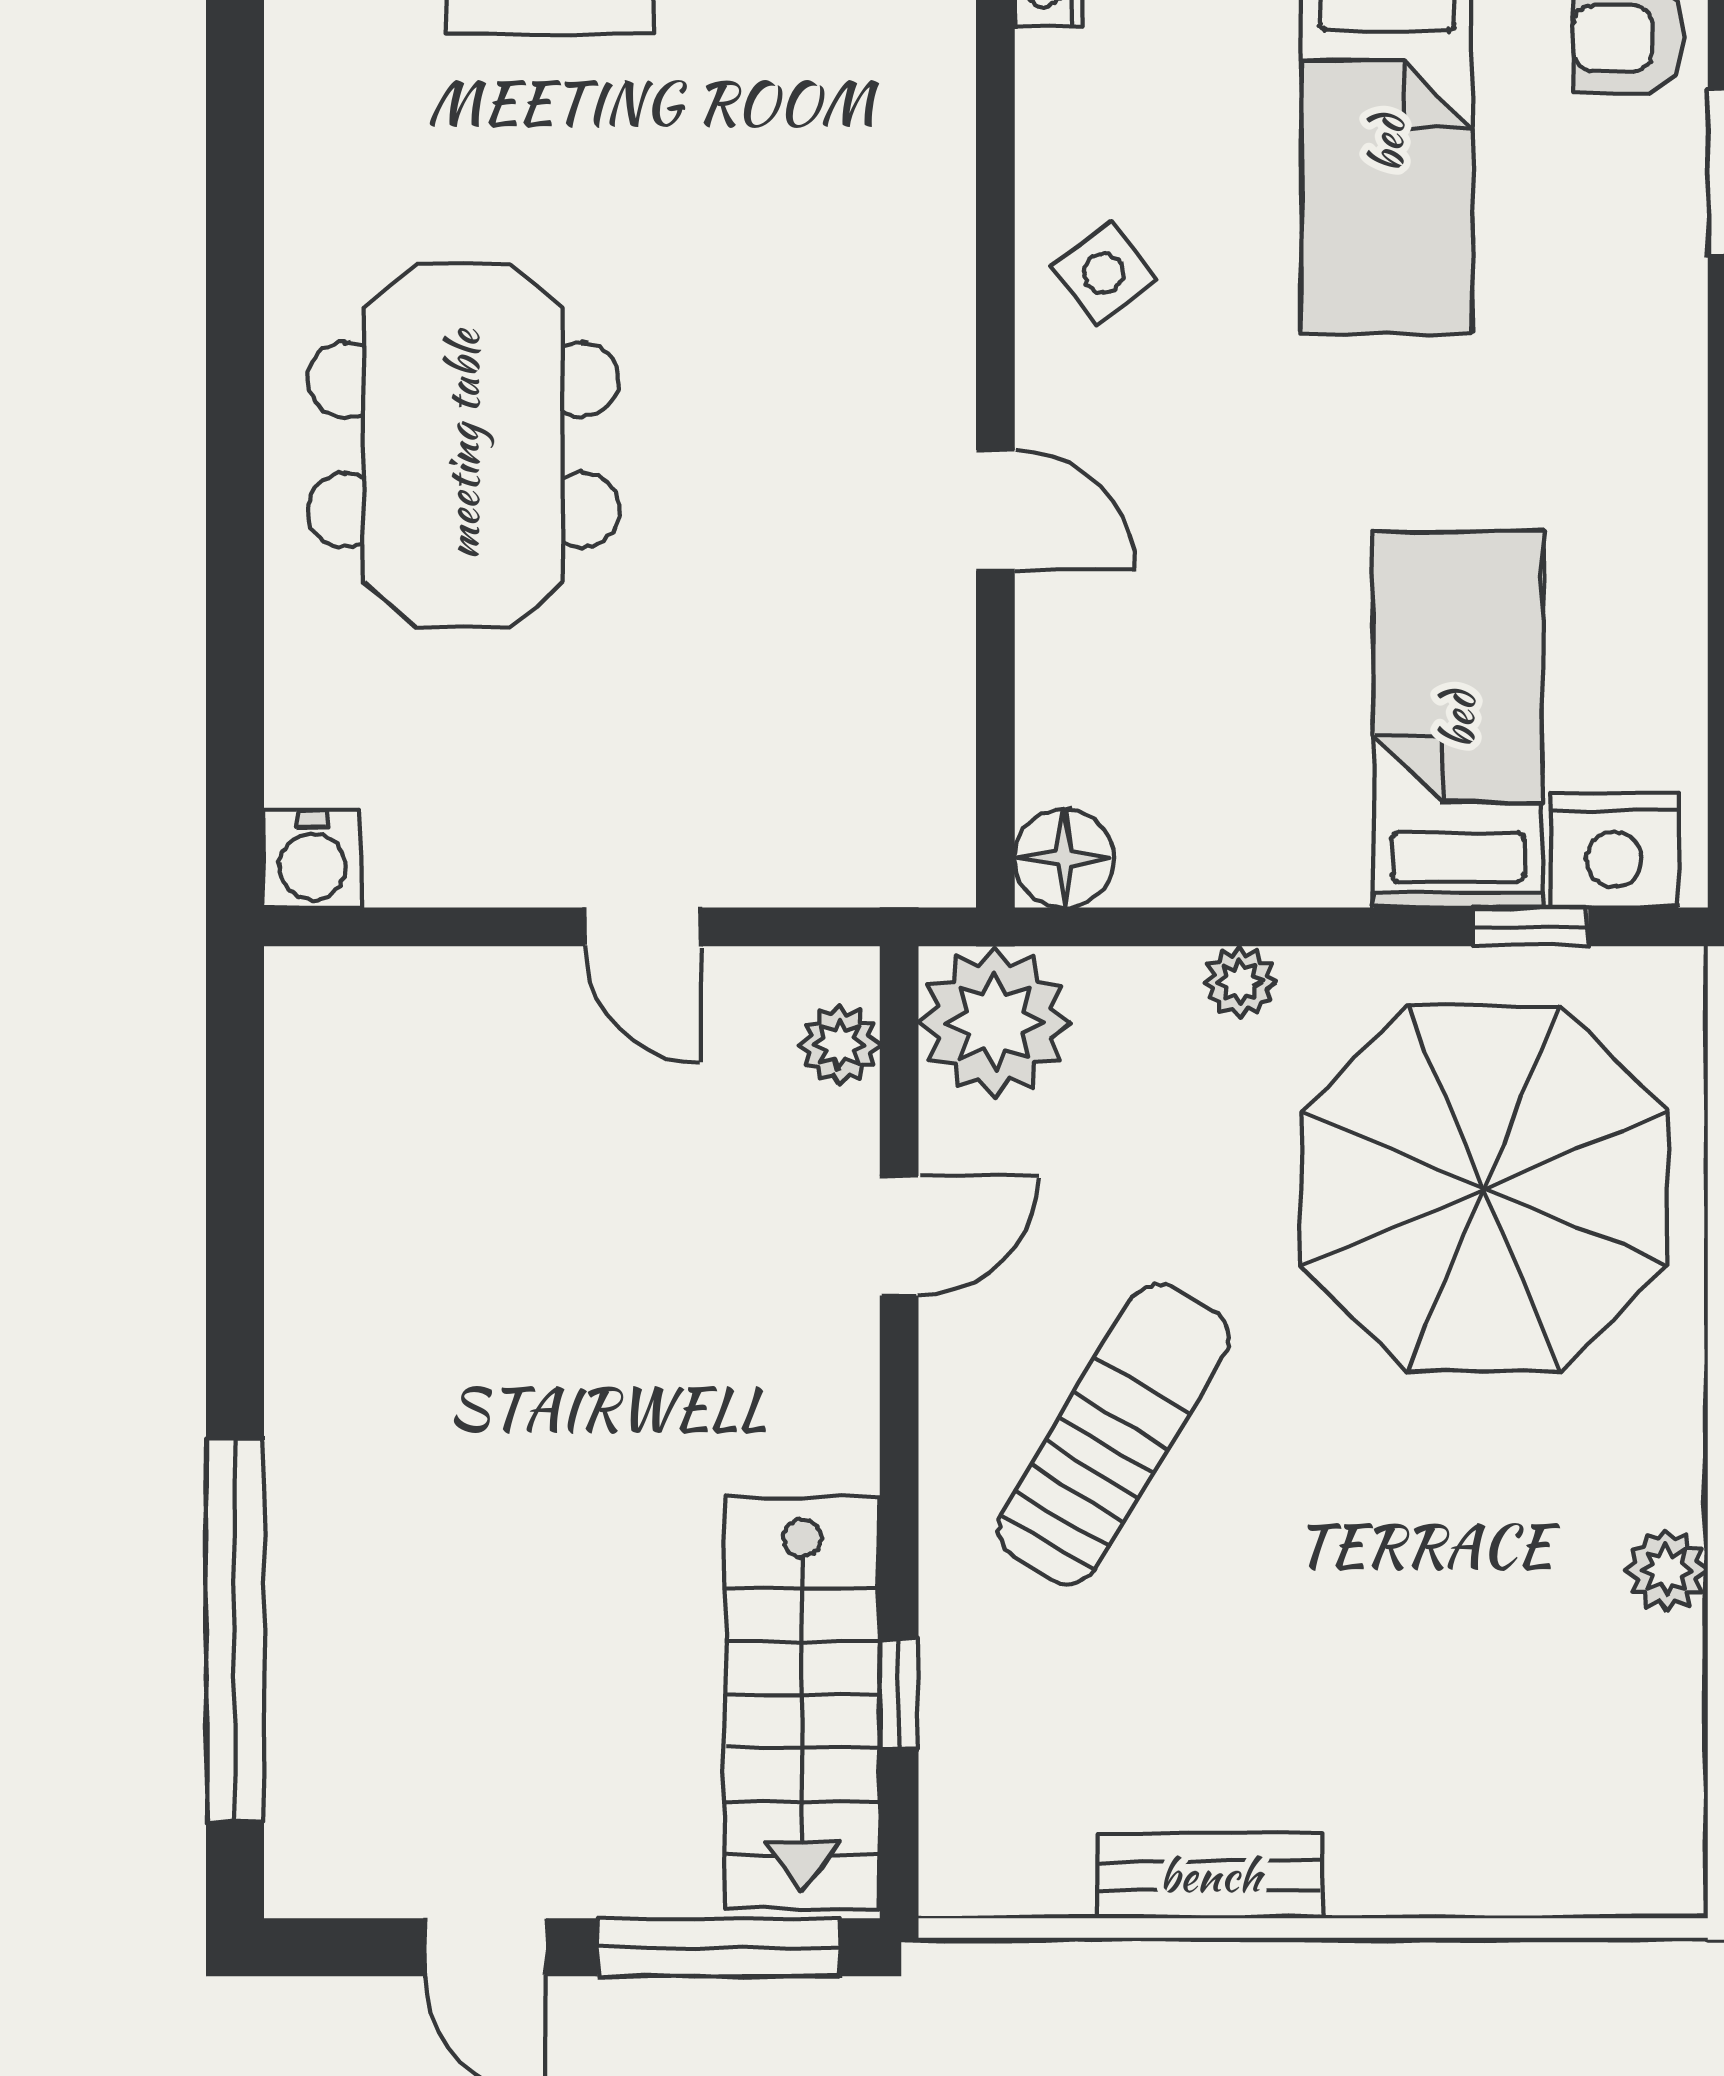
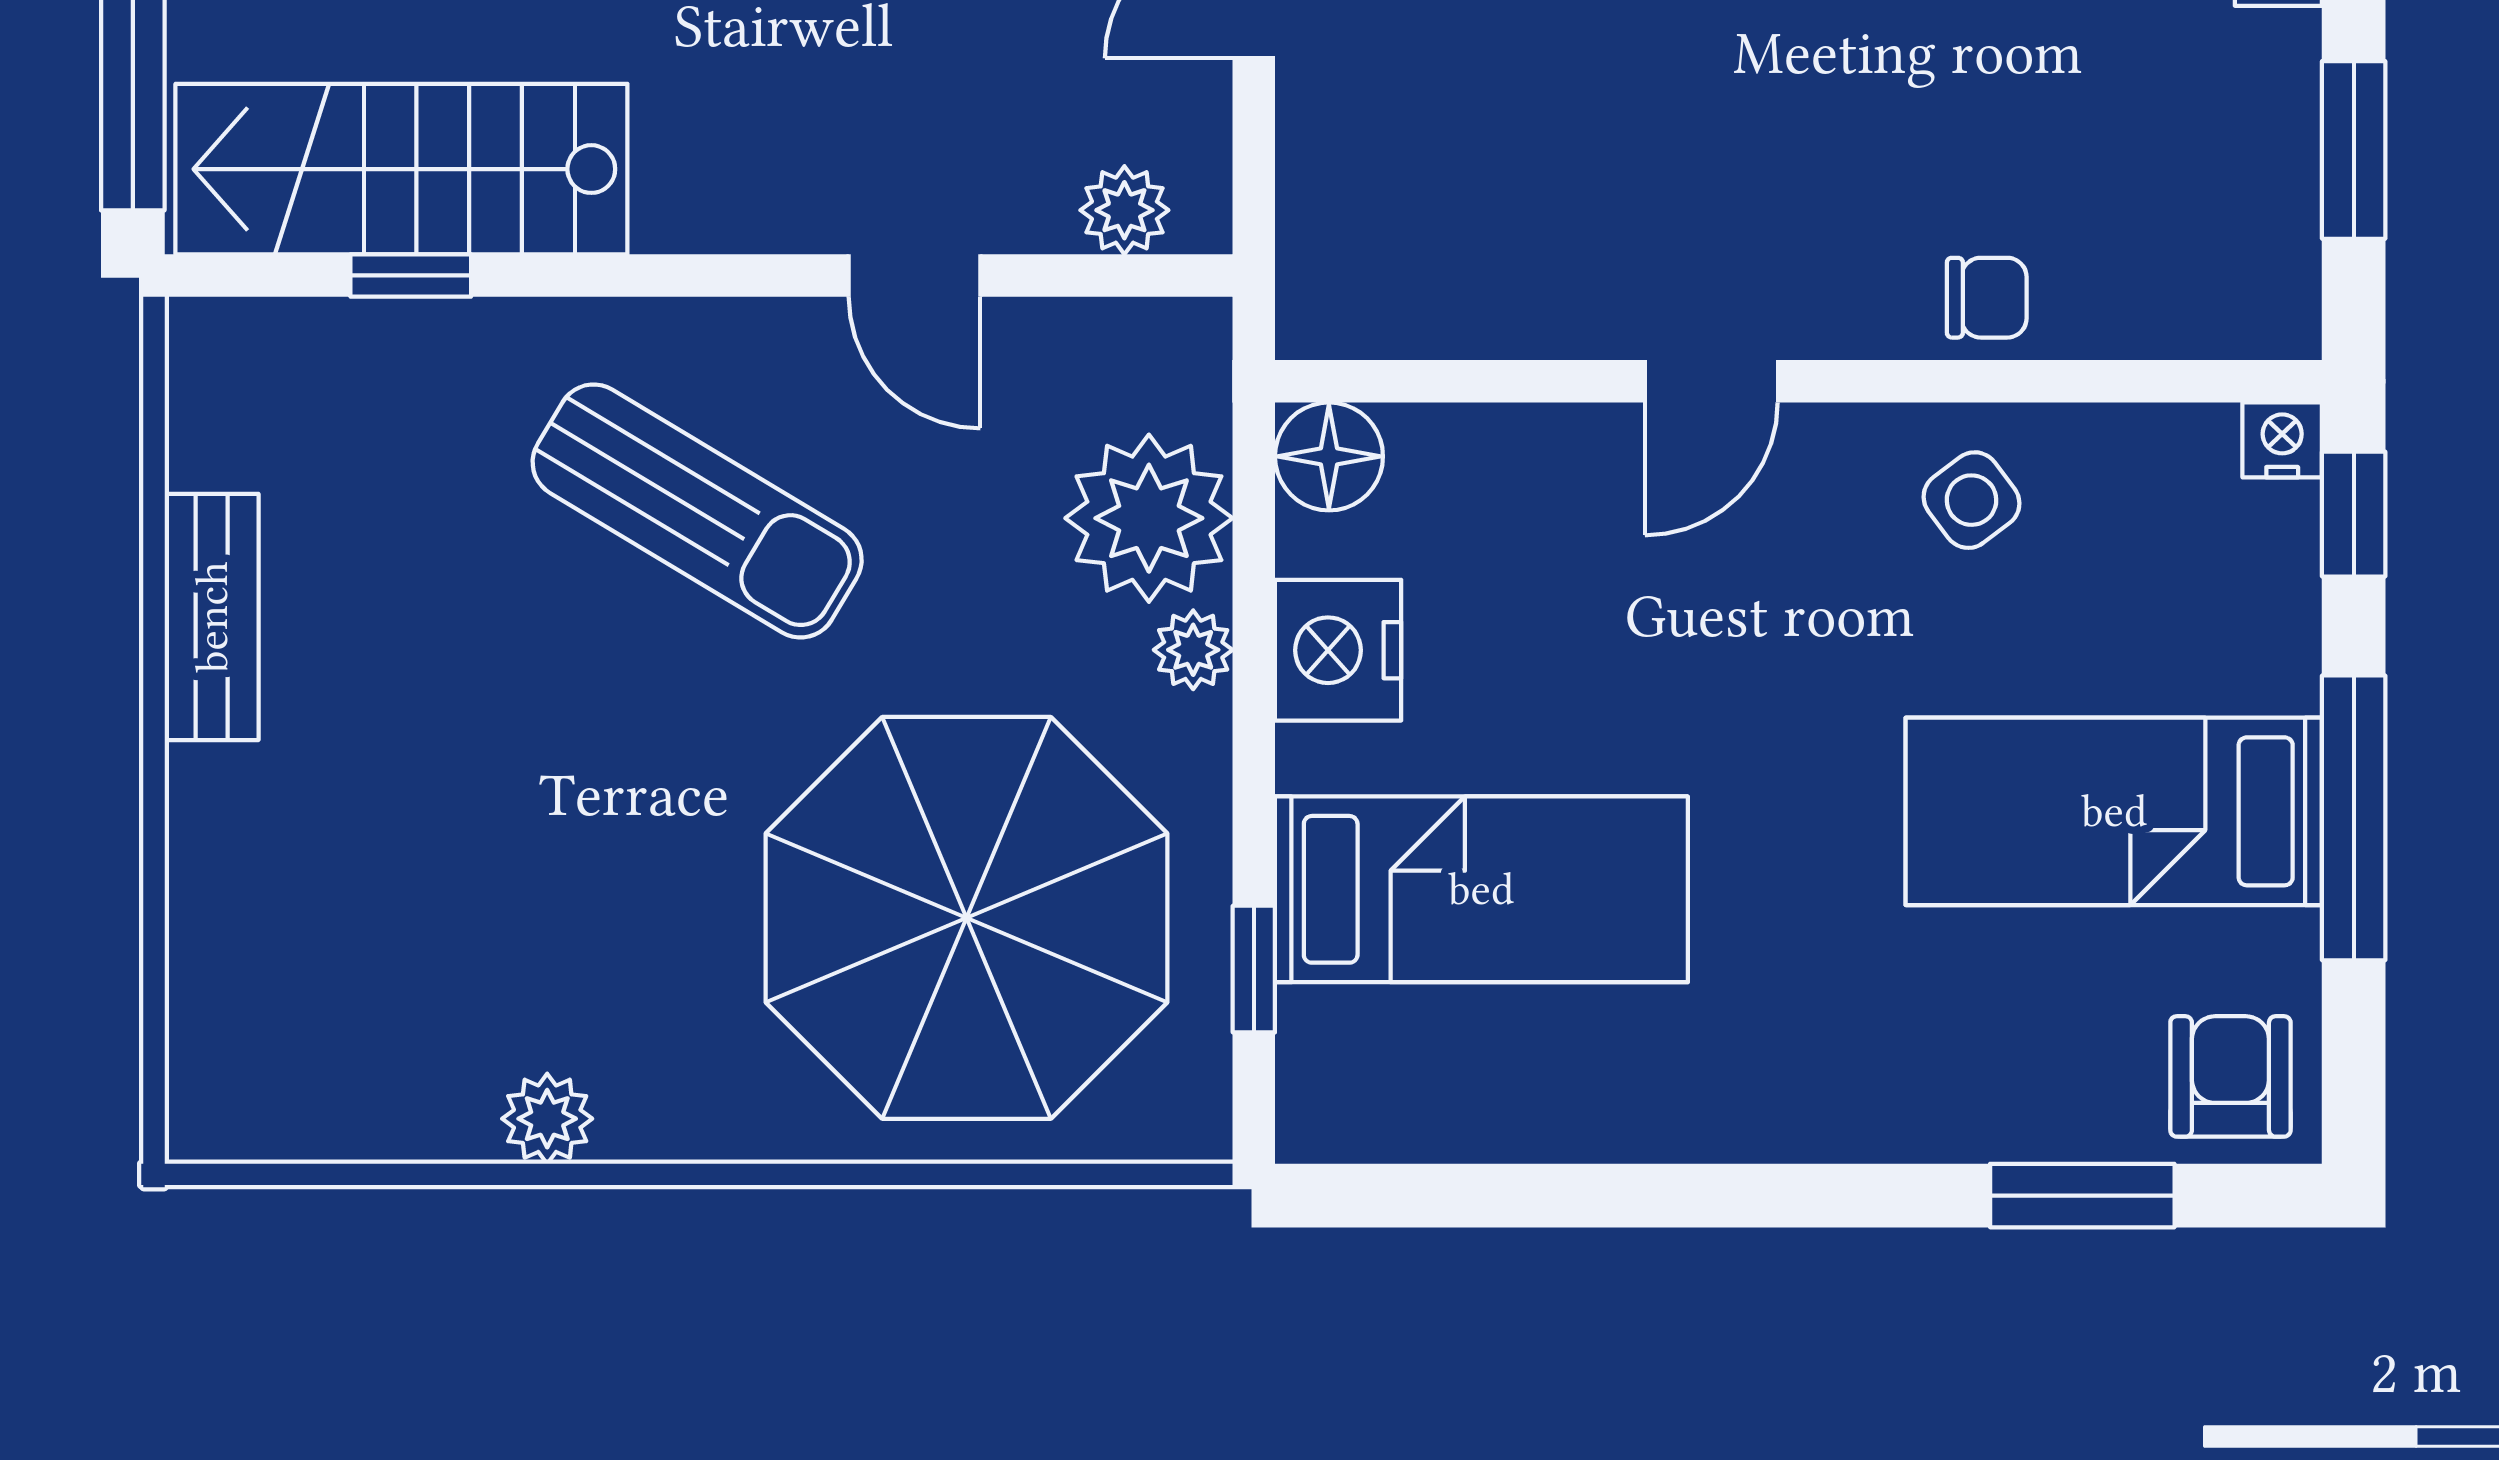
chair: (919, 260) -> (1987, 298), added
nightstand: (1614, 850) -> (1338, 650), moved
plant: (995, 1022) -> (1149, 518), moved

